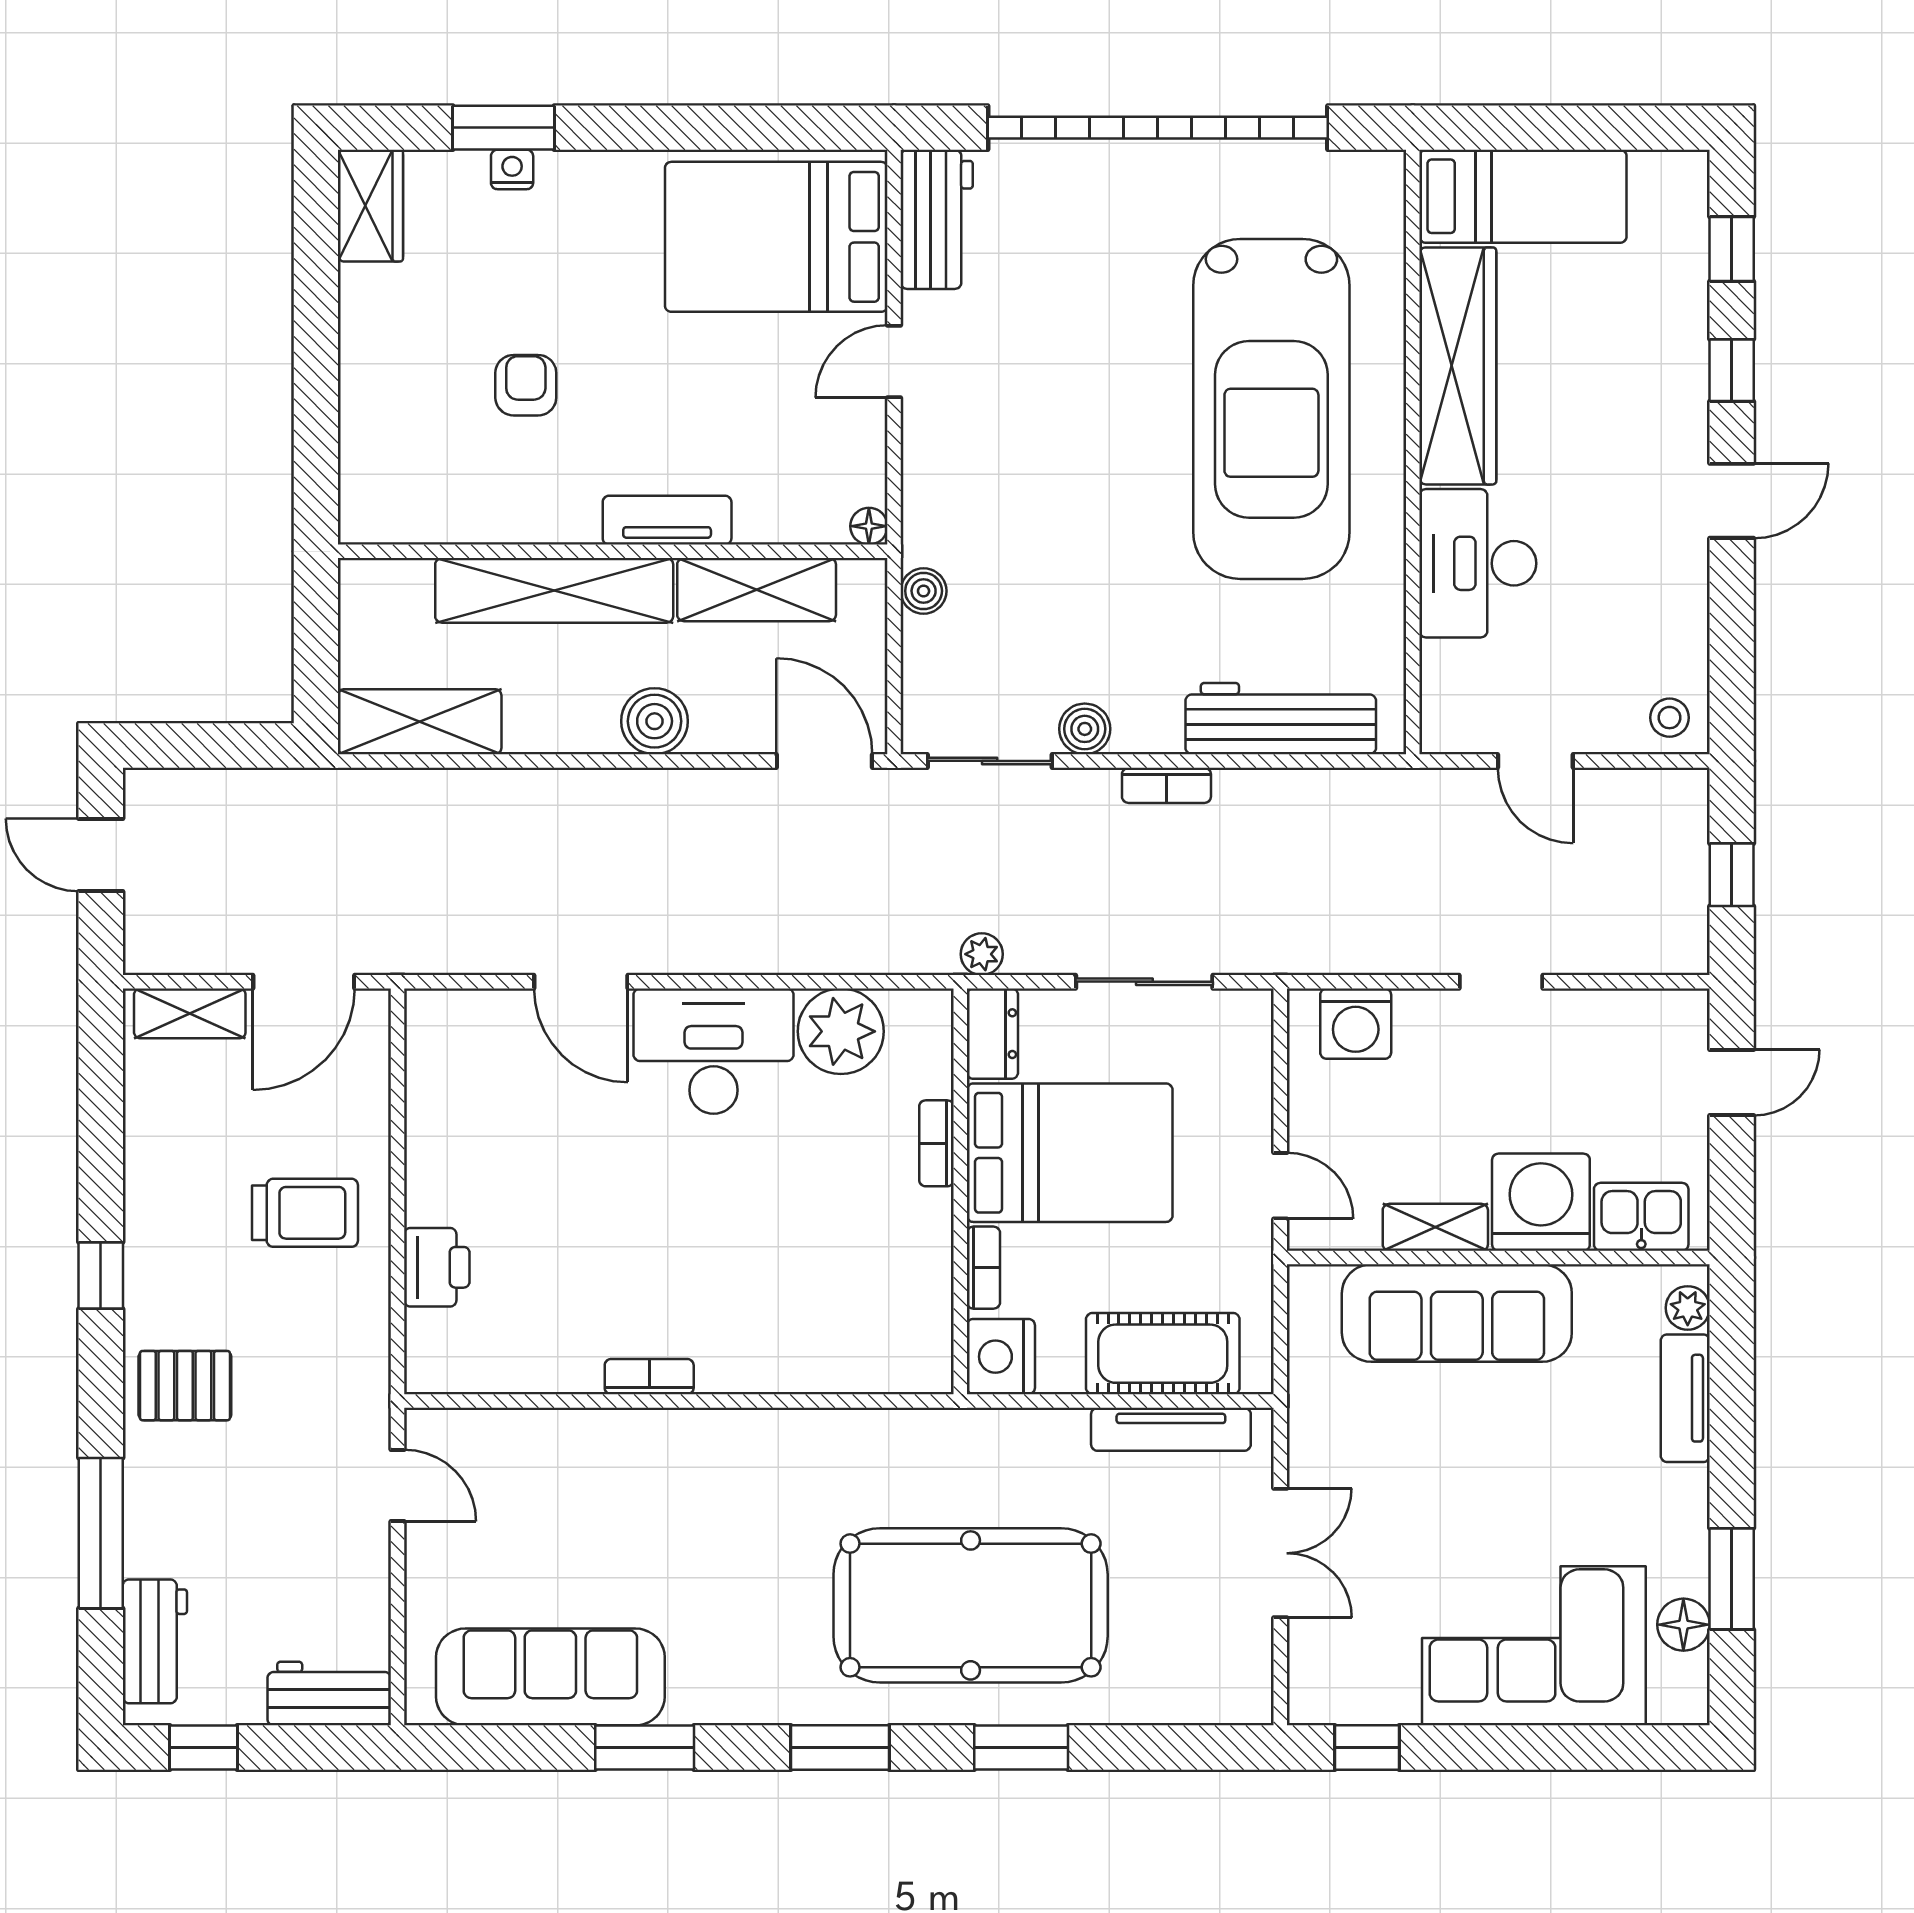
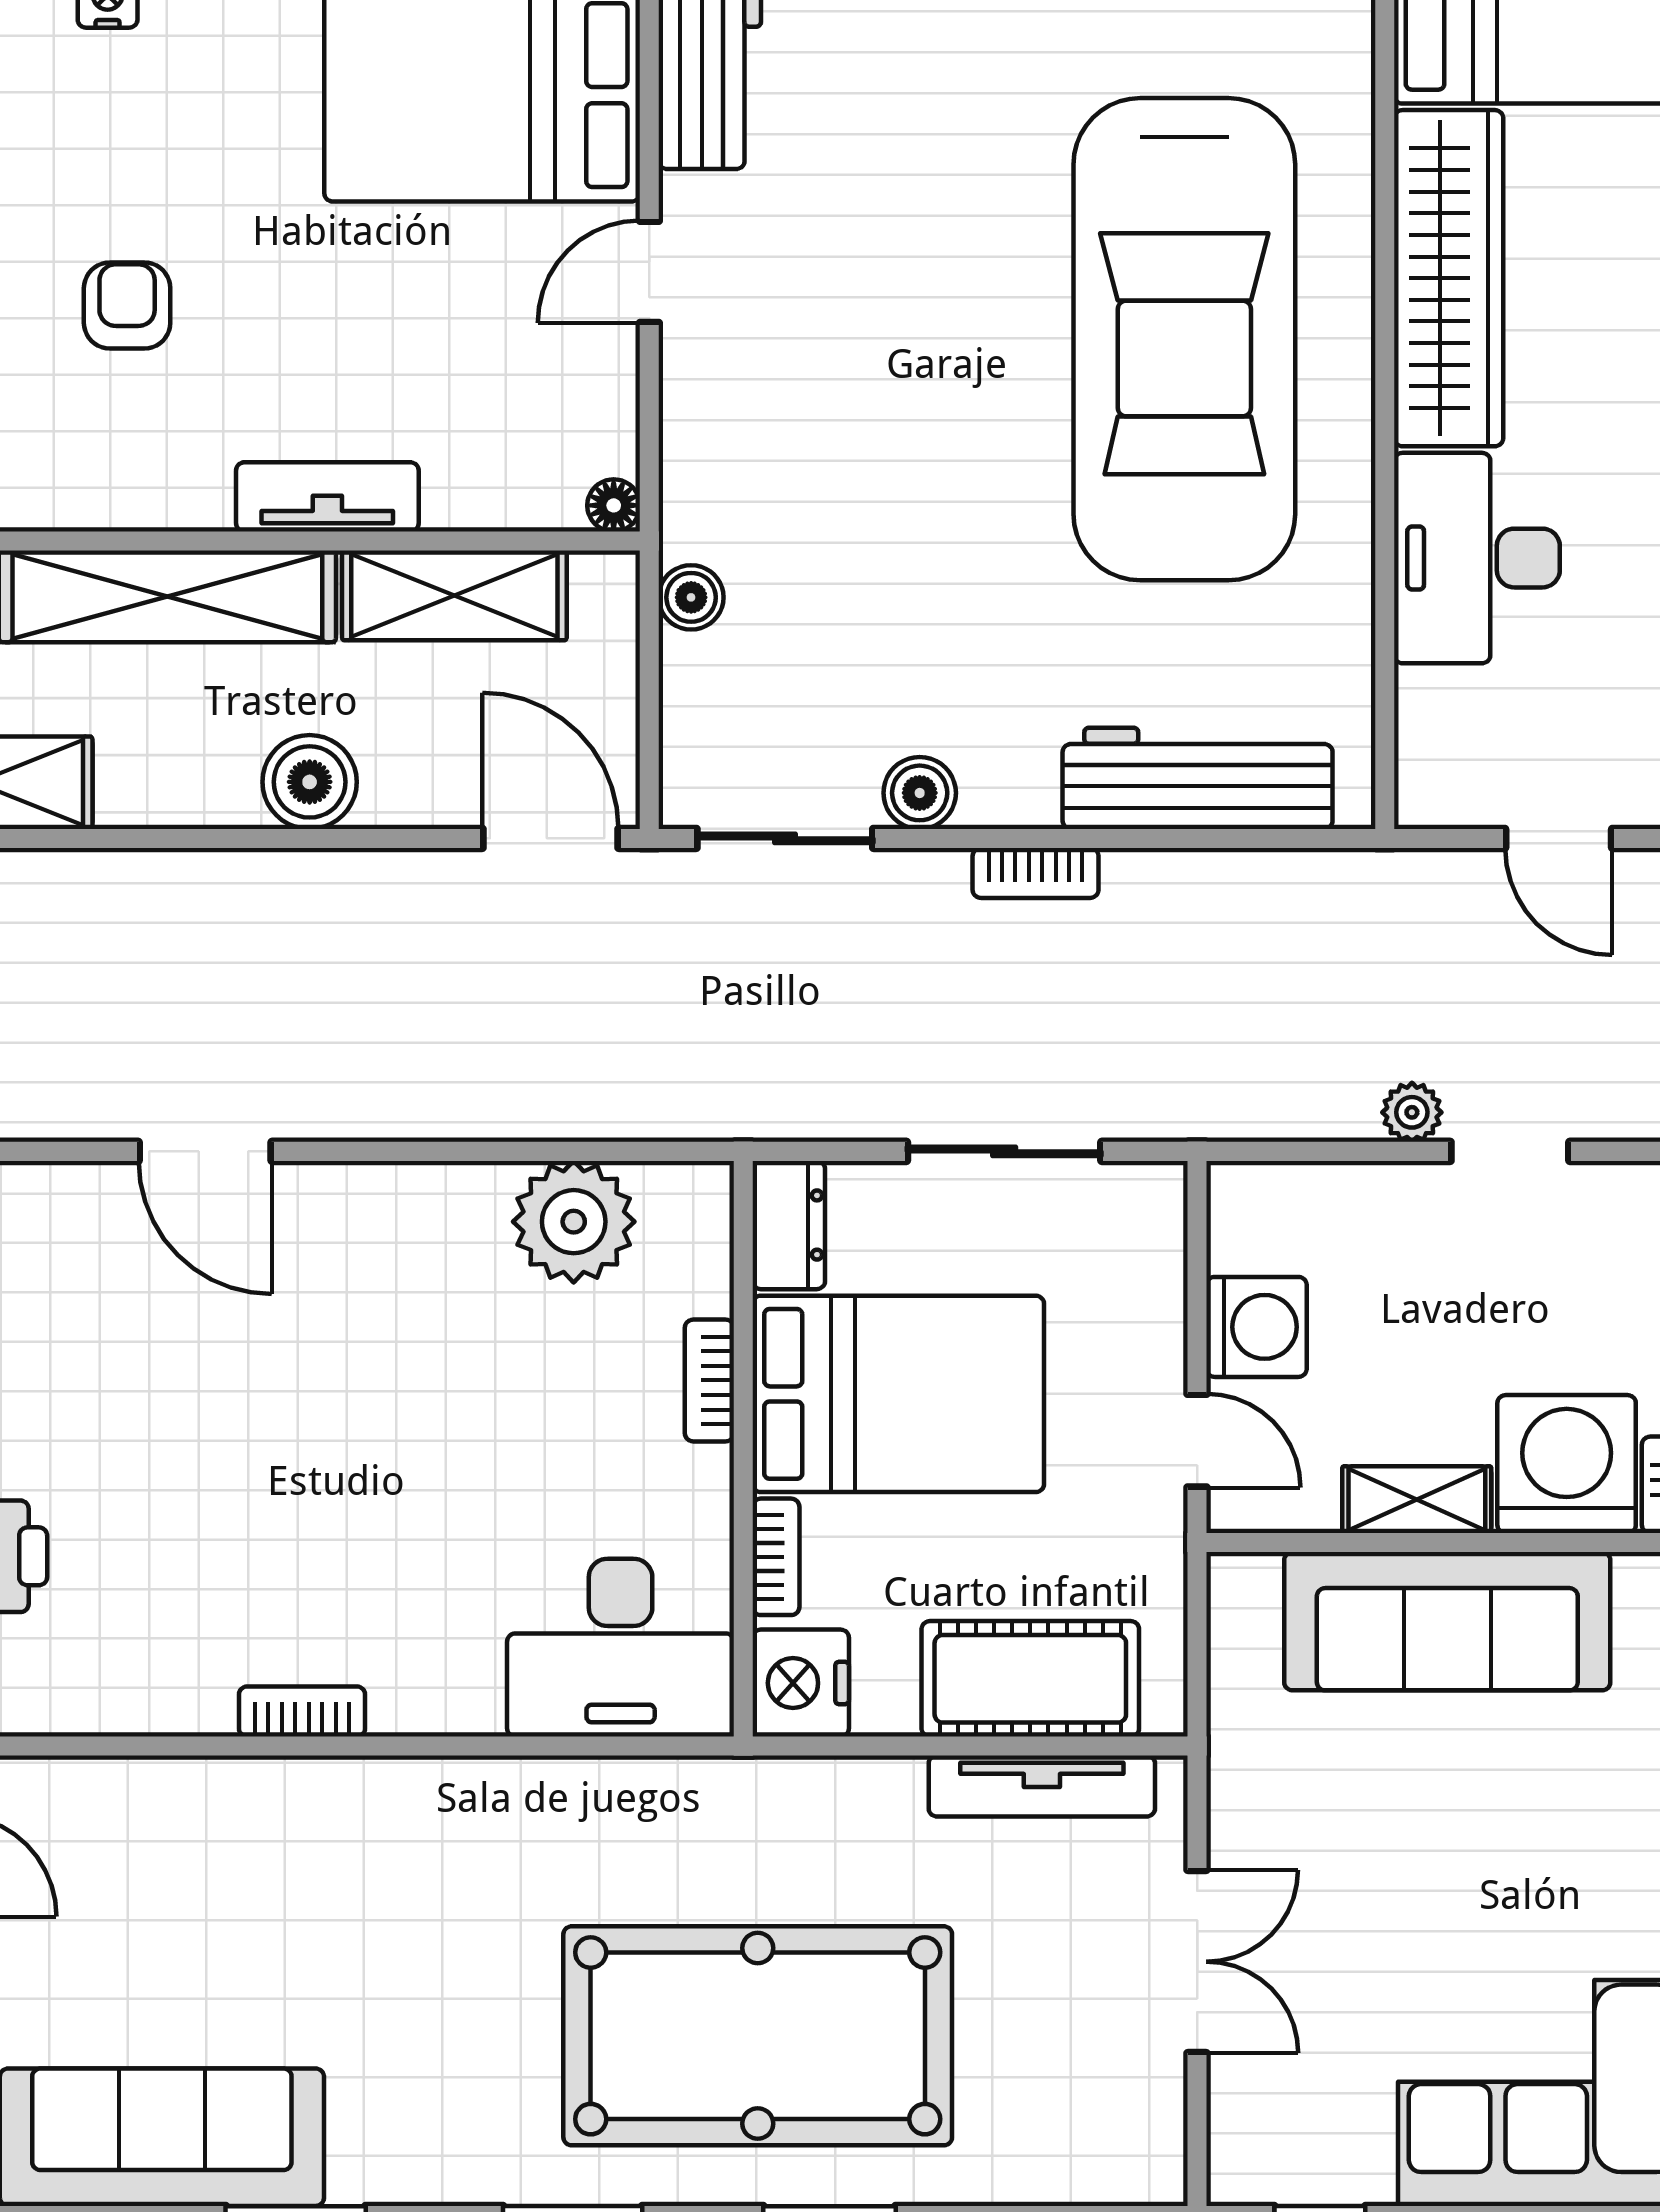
plant: (982, 954) -> (1412, 1112), moved
washing machine: (1356, 1024) -> (1257, 1327), moved, turned -90
desk: (714, 1051) -> (621, 1648), moved, turned 180

